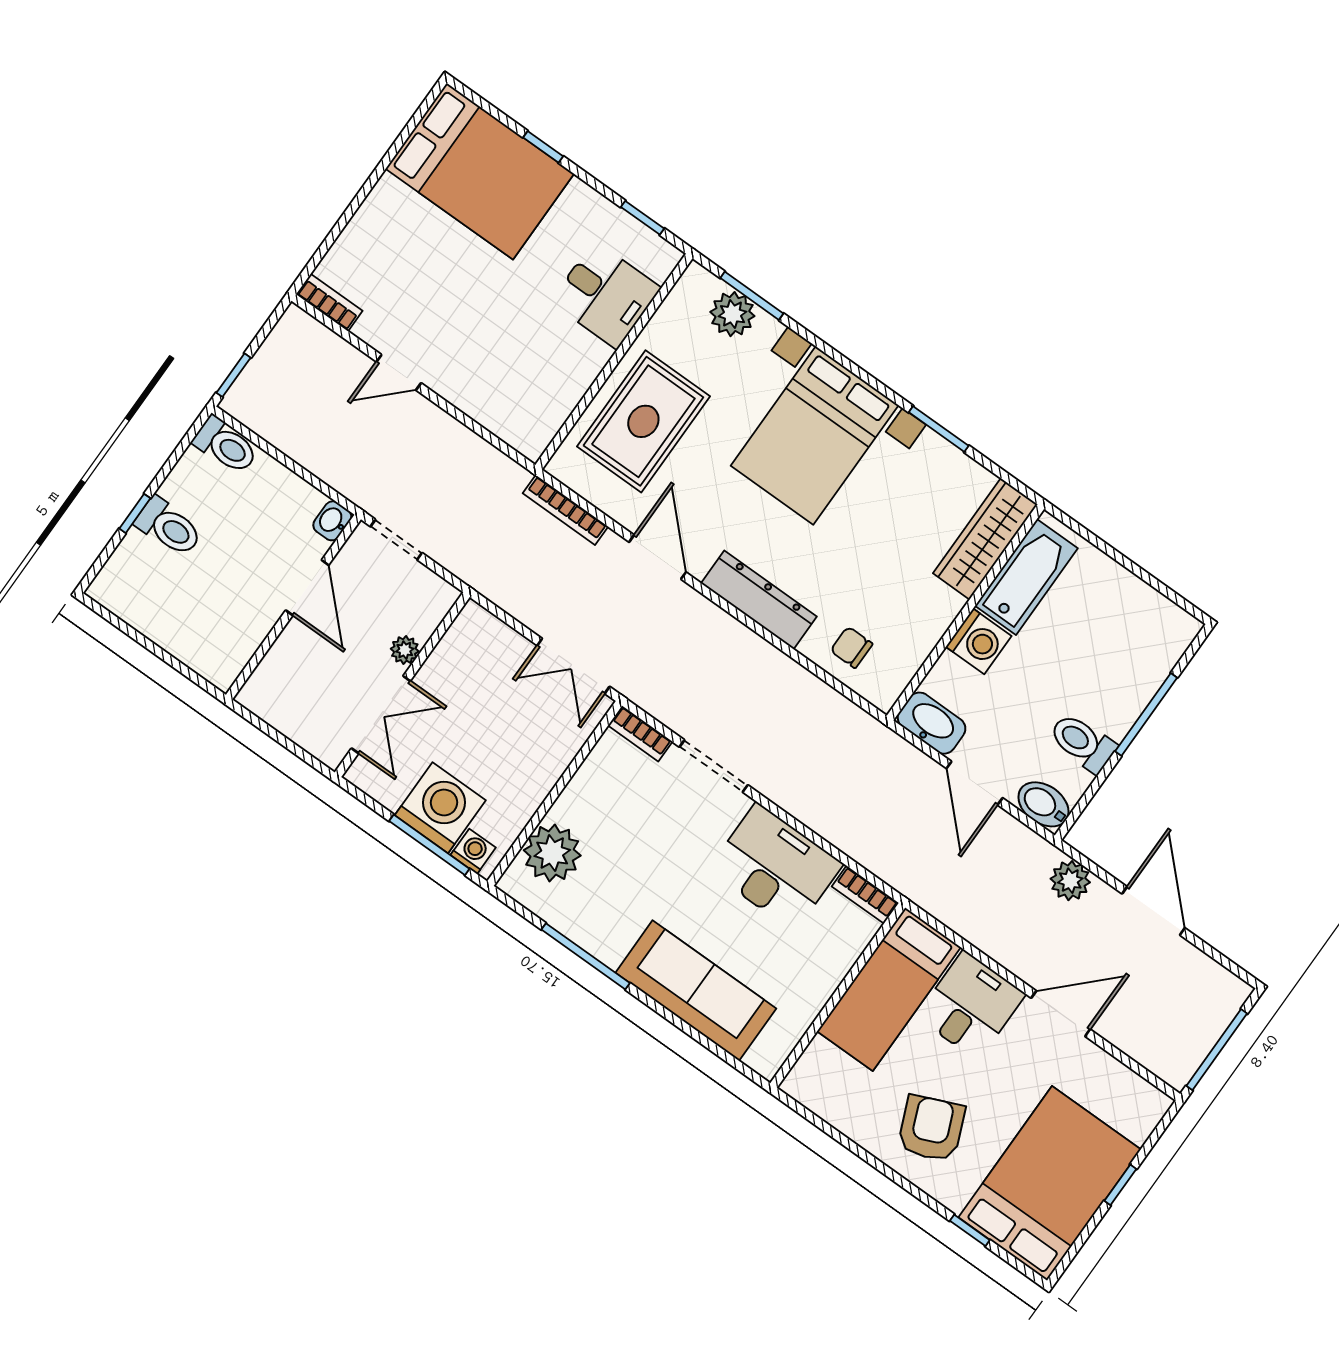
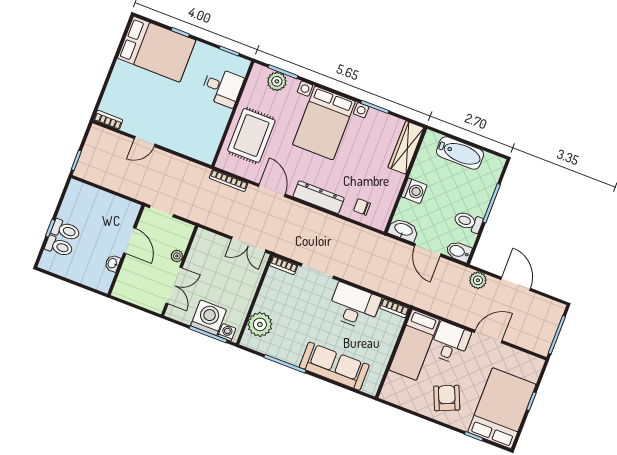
toilet: (226, 445) -> (59, 246), moved
washbasin: (332, 521) -> (113, 263), moved
bathtub: (1026, 577) -> (460, 153), moved, turned 90

